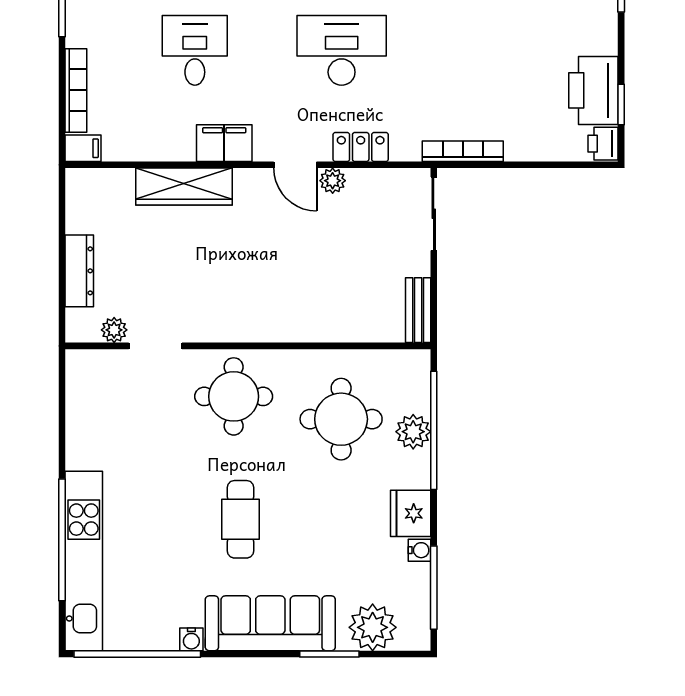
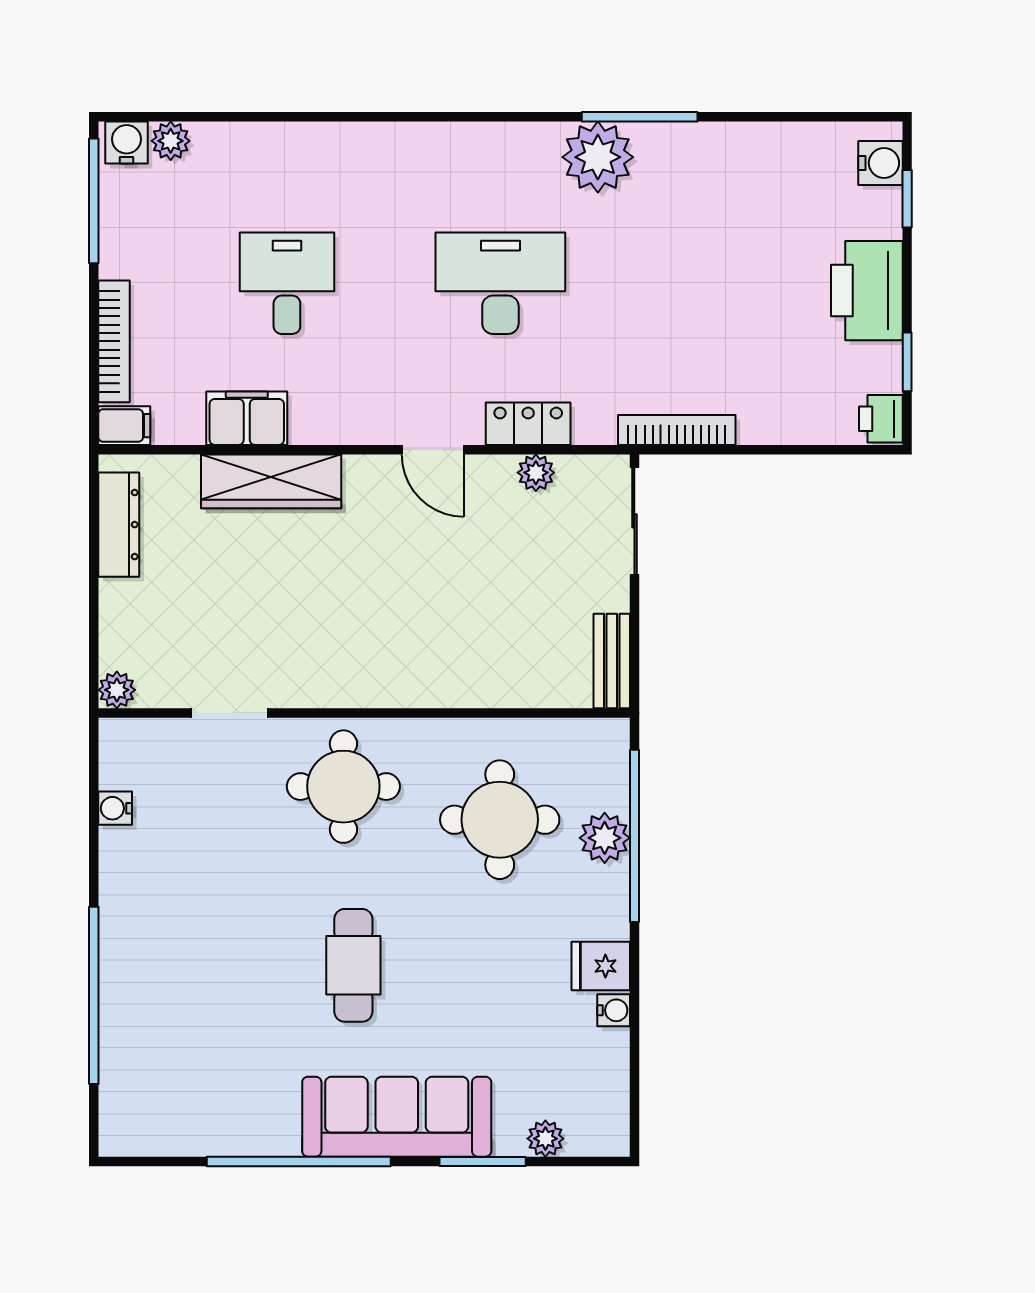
printer: (593, 90) -> (867, 291), moved
filing cabinet: (224, 143) -> (247, 418), moved
plant: (333, 181) -> (536, 473), moved
dresser: (79, 271) -> (119, 525), moved
plant: (114, 330) -> (117, 690), moved
fridge: (411, 513) -> (601, 966), width x0.72
kitchen unit: (84, 561) -> (125, 1026), removed
window: (434, 588) -> (634, 1065), removed
plant: (373, 627) -> (545, 1139), width x0.53, depth x0.53
water cooler: (191, 639) -> (115, 808), moved, turned 90
window: (137, 654) -> (299, 1161), moved

